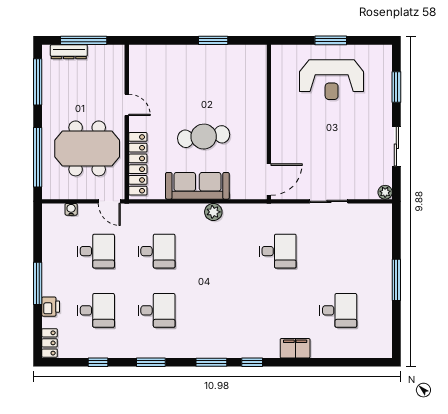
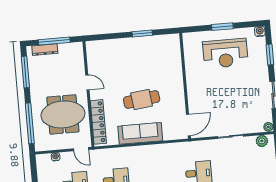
water cooler: (385, 52) -> (260, 31), added
plant: (213, 212) -> (262, 141), moved

